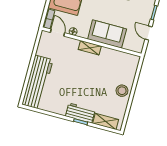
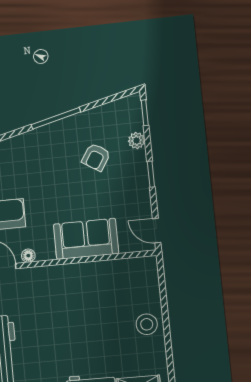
door: (149, 33) -> (157, 231), moved
shelving: (90, 48) -> (66, 272), removed

